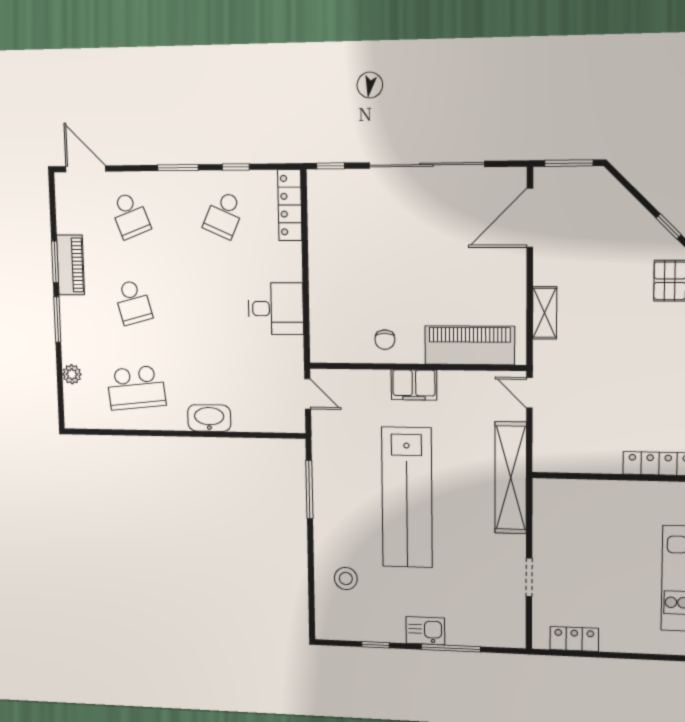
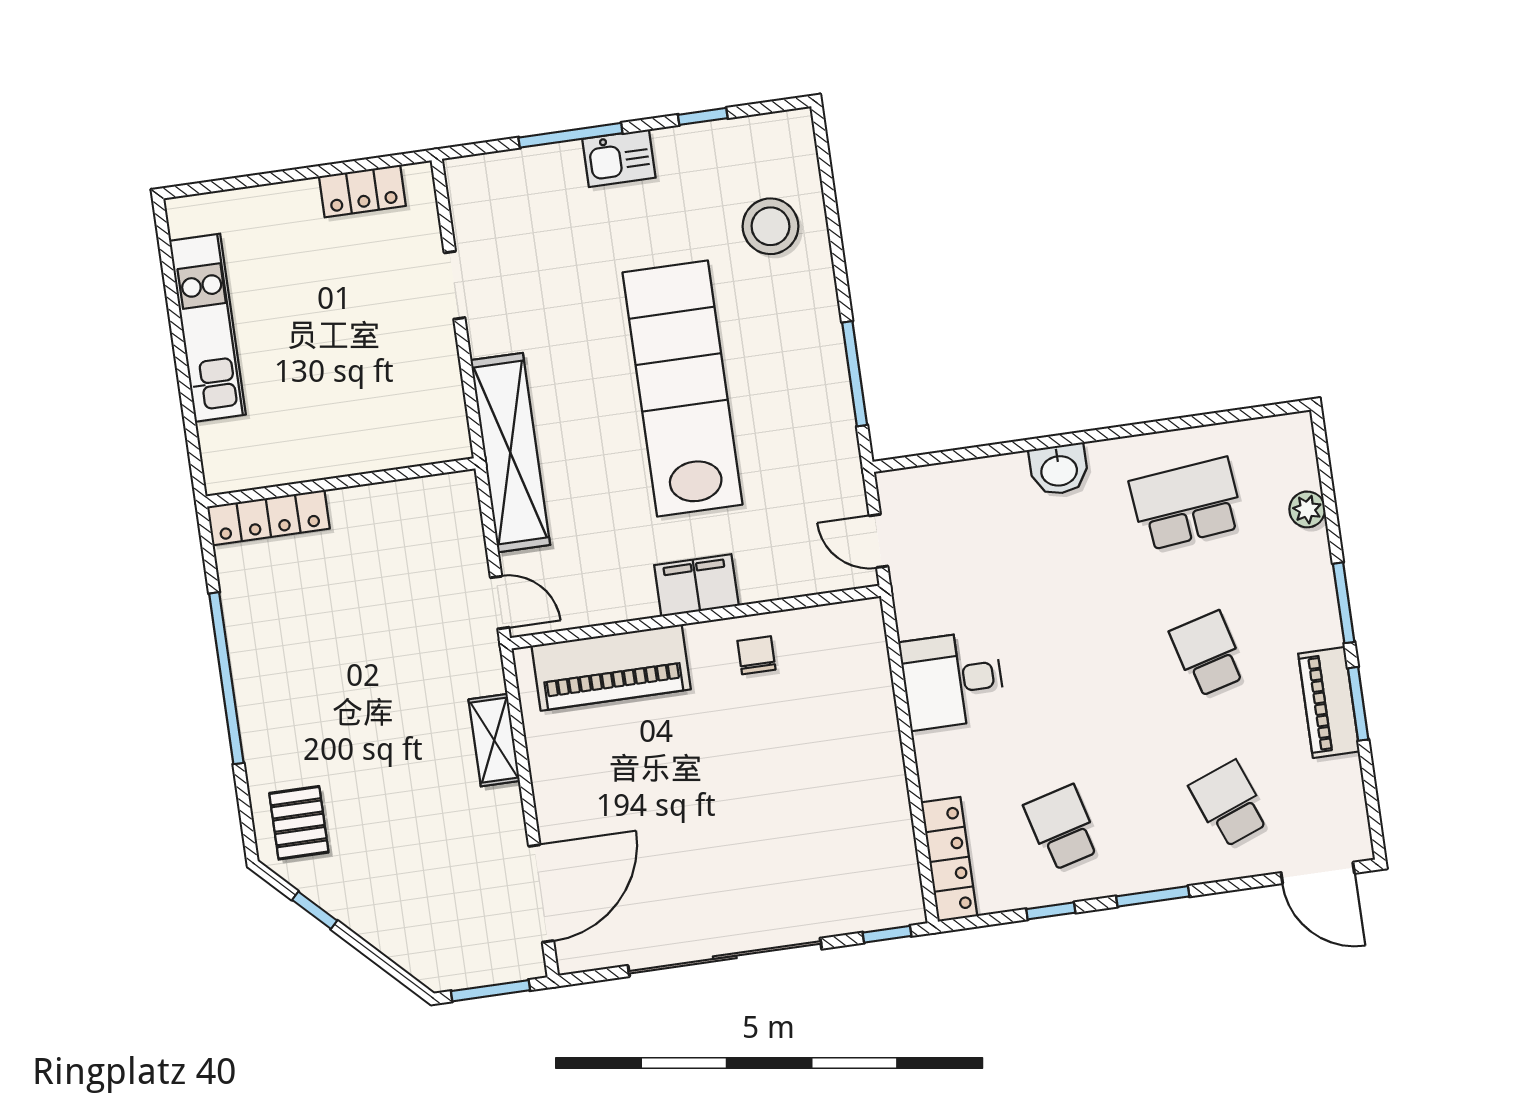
school desk: (224, 215) -> (1062, 828), turned -39
washbasin: (209, 418) -> (1059, 469), width x0.72
stool: (346, 579) -> (770, 226), width x1.38, depth x1.38

